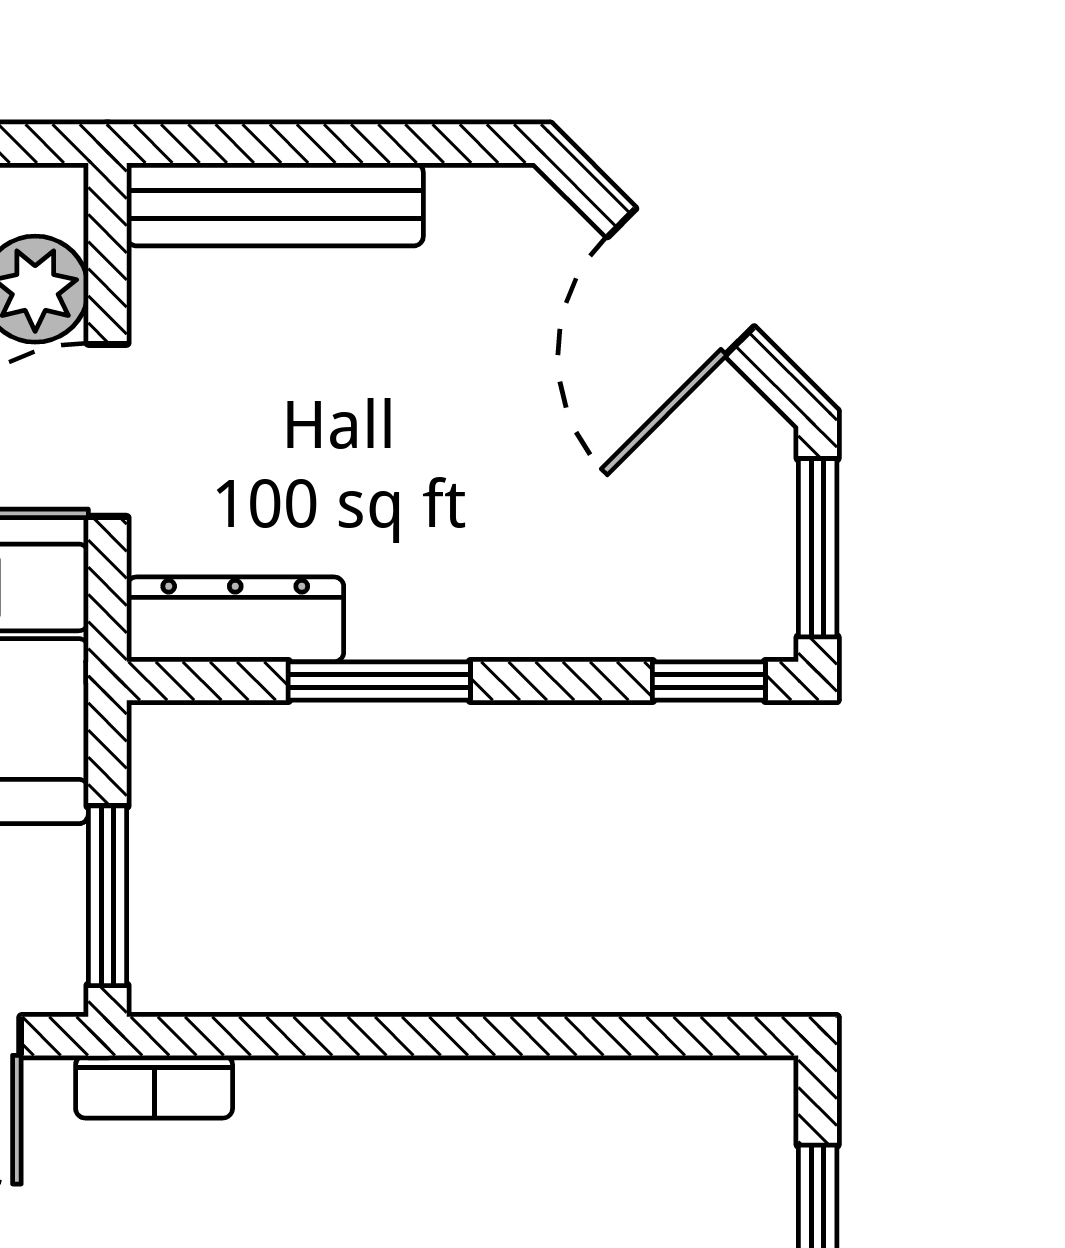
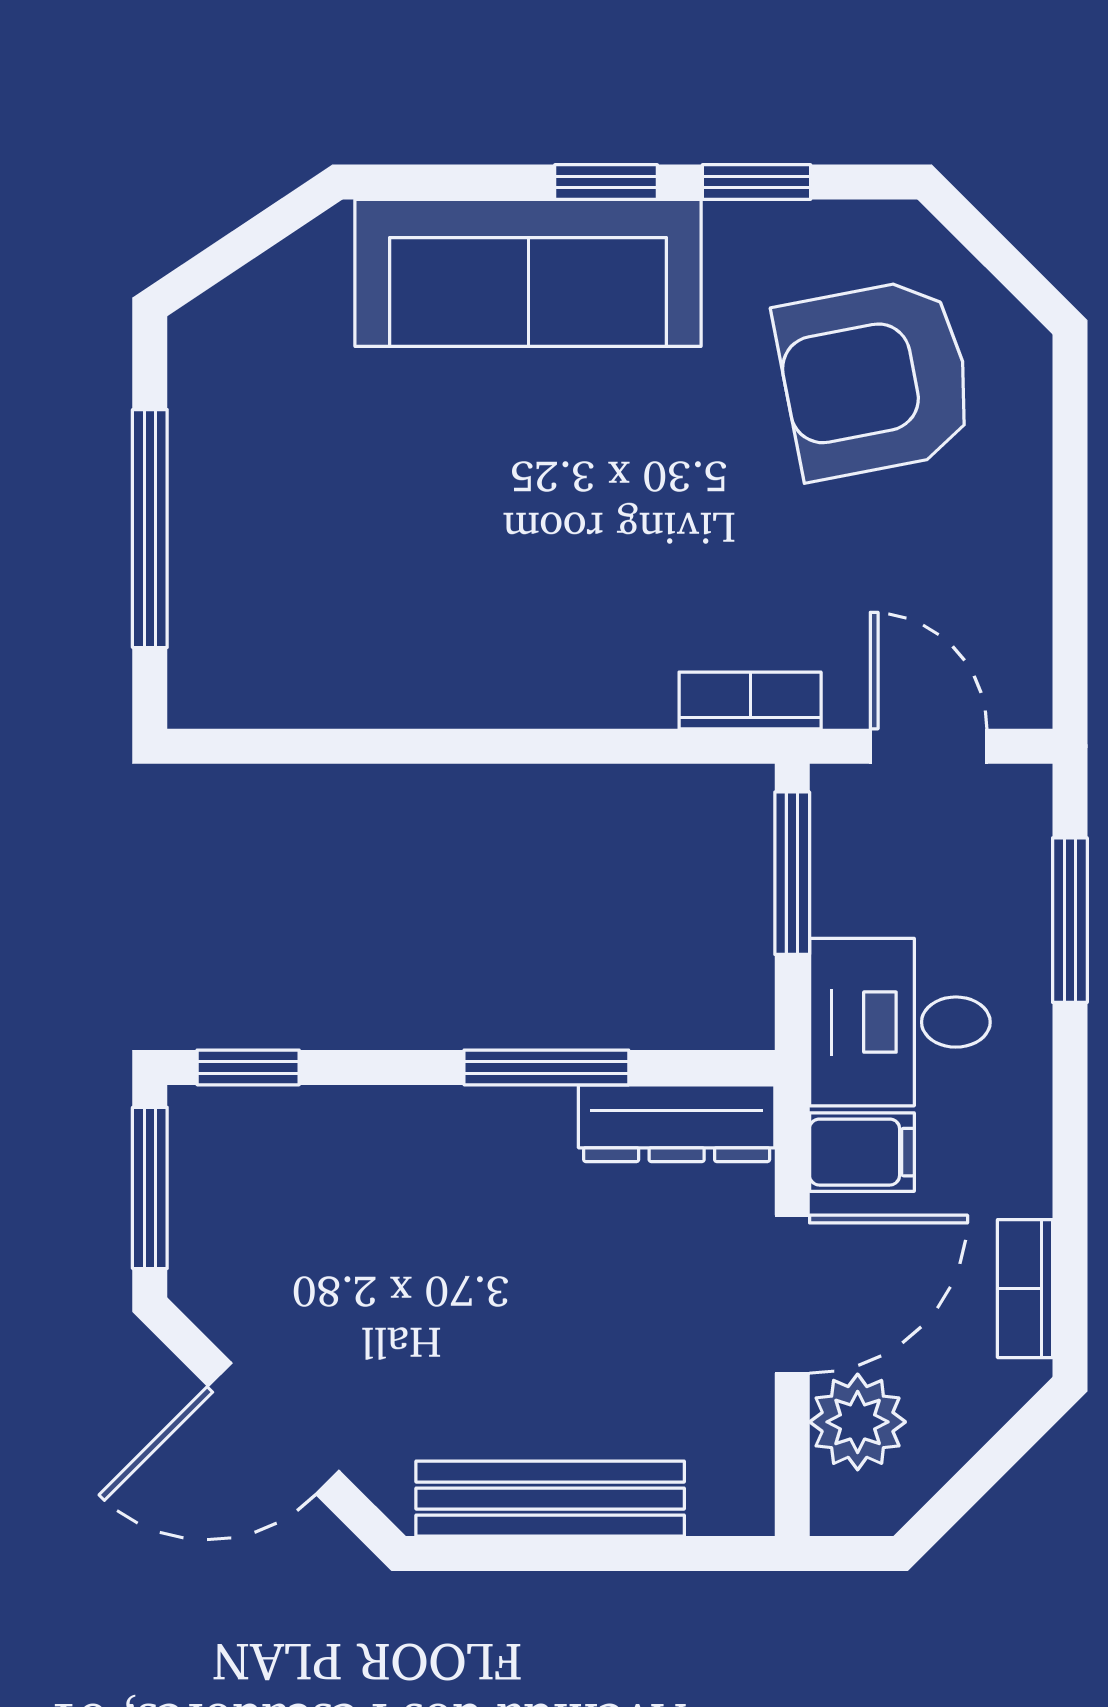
bench: (275, 204) -> (550, 1499), moved
door: (681, 282) -> (274, 1429), swing flipped

